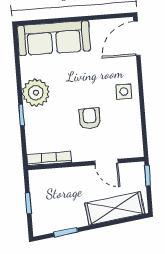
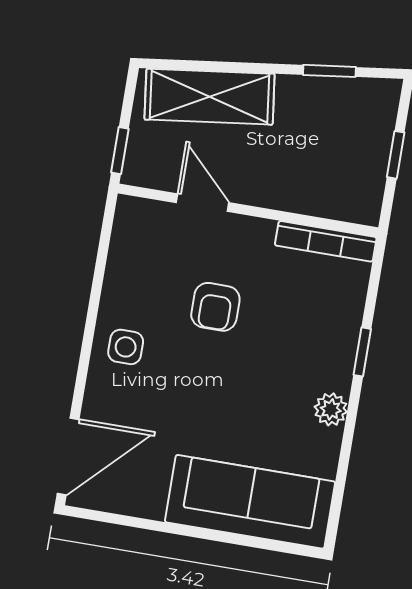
plant: (36, 93) -> (331, 409), width x0.53, depth x0.53

